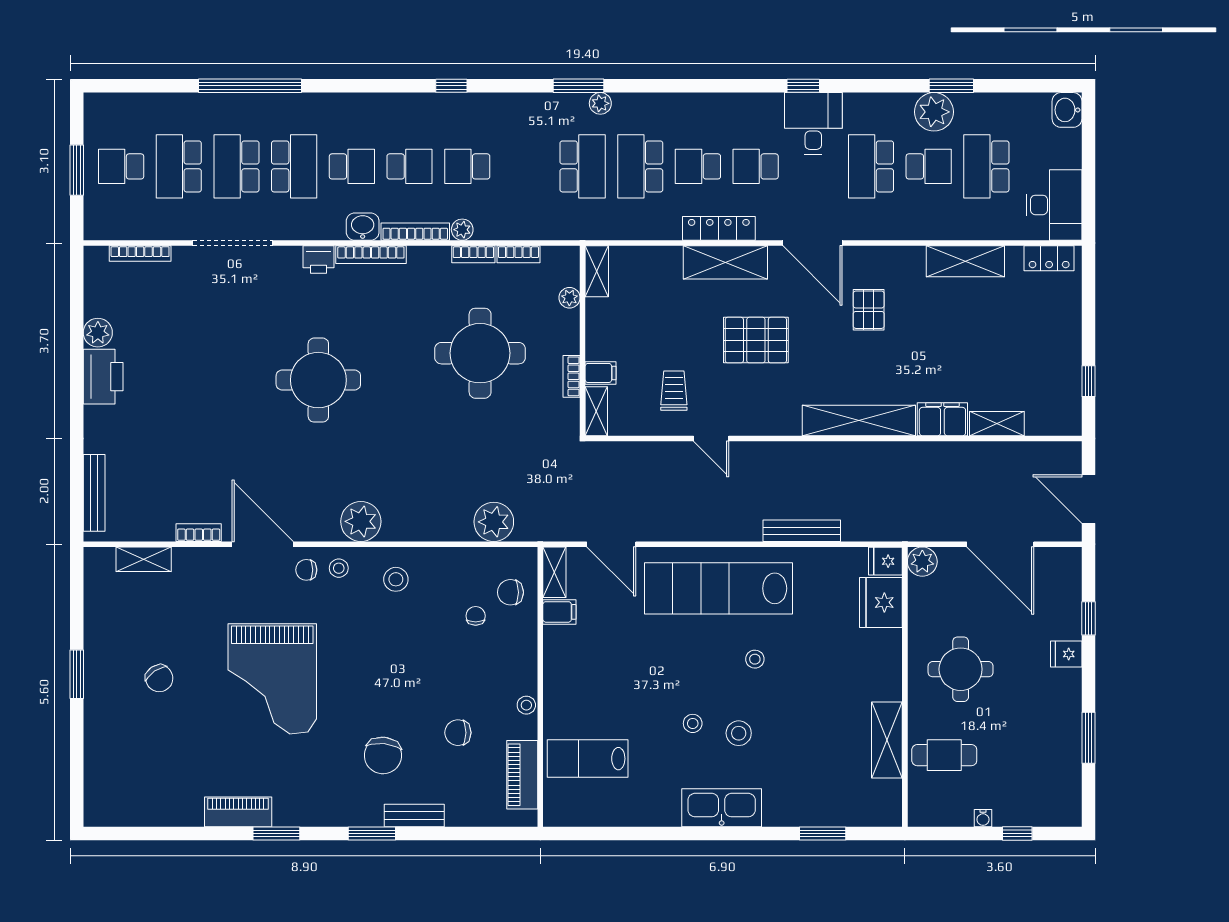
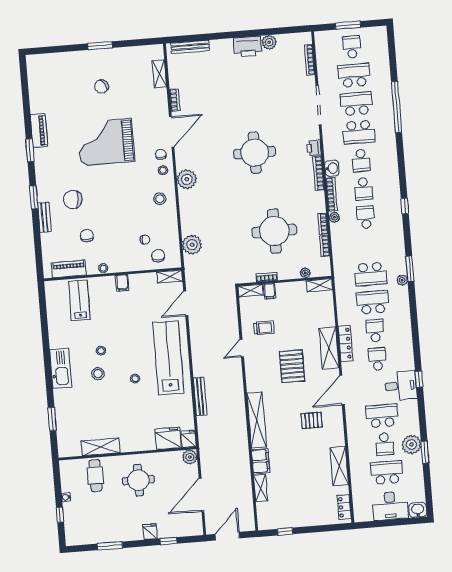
desk: (1054, 205) -> (390, 506), moved
filing cabinet: (559, 612) -> (122, 283), moved

